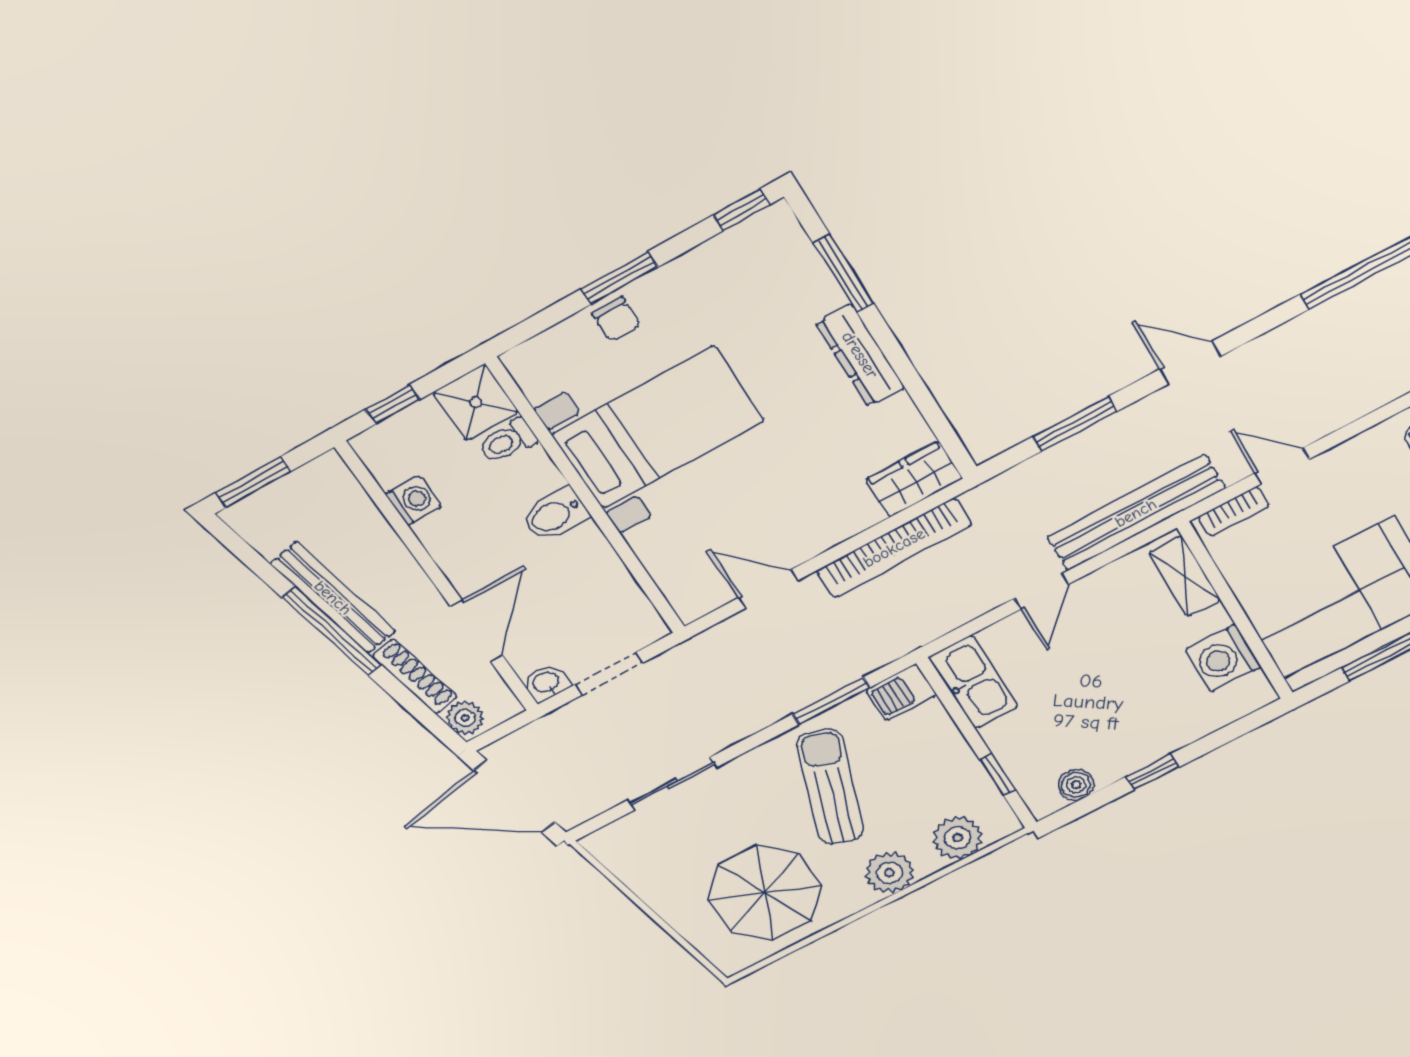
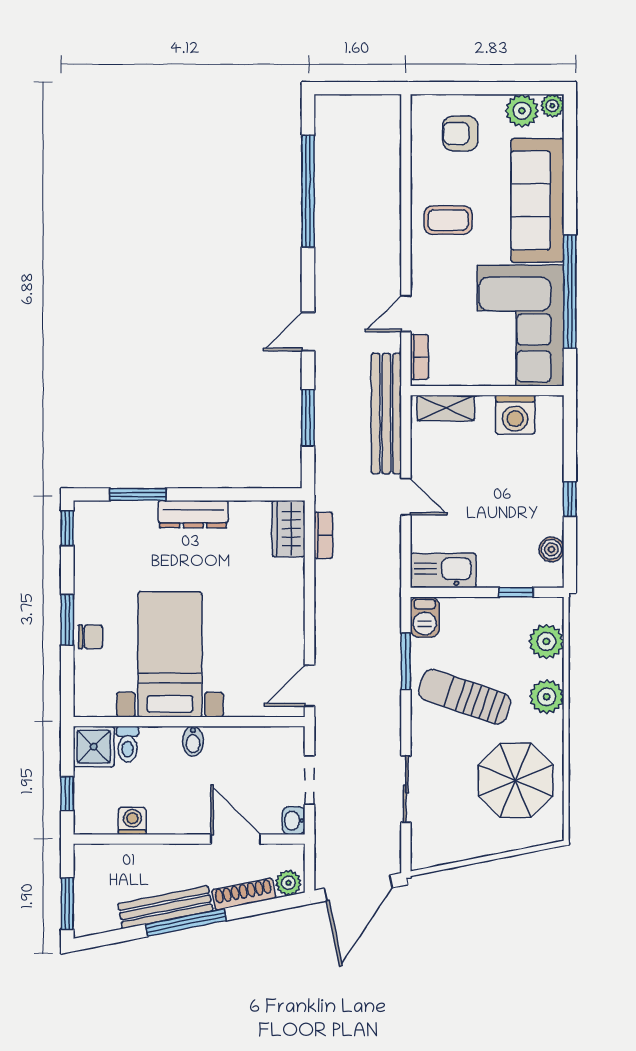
bidet: (555, 515) -> (193, 741), width x0.72, depth x0.74
bookcase: (894, 548) -> (323, 535), width x0.43, depth x0.76
door: (768, 589) -> (309, 686), moved

